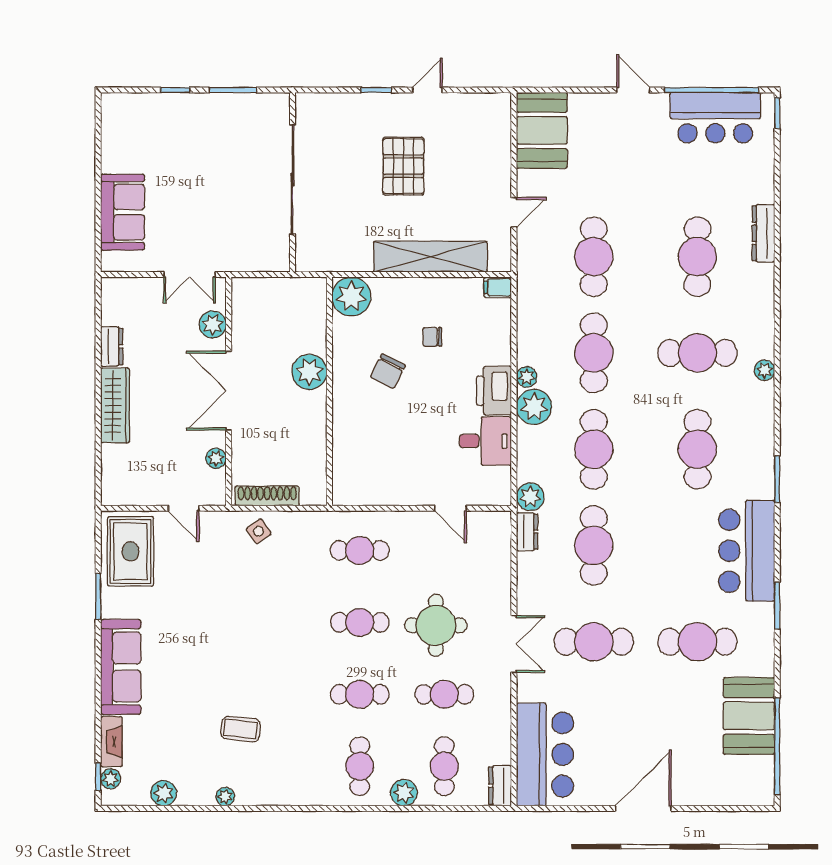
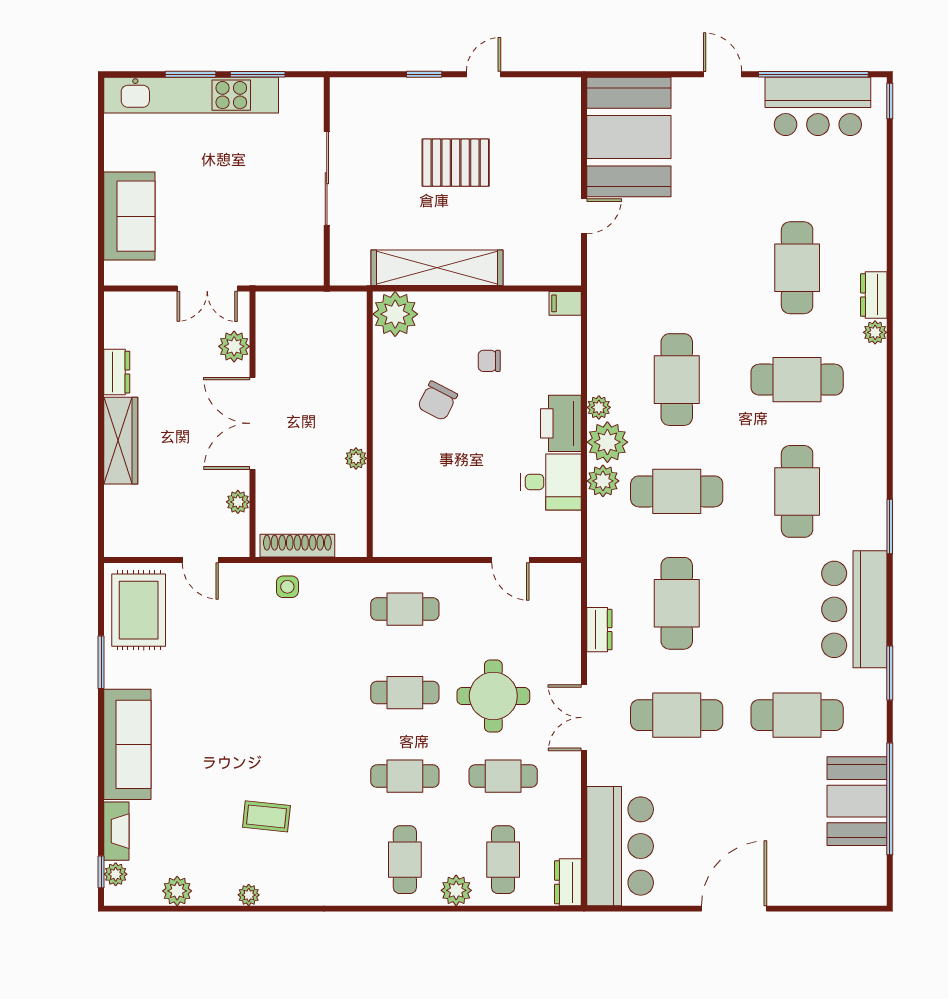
window: (175, 90) -> (191, 74), width x1.50
kitchen unit: (176, 108) -> (191, 95), added
booth: (542, 130) -> (629, 137), width x1.36, depth x1.42
pallet: (403, 166) -> (456, 163), turned 90
sliding door: (293, 180) -> (327, 178), width x0.73
dresser: (763, 233) -> (874, 295), moved, width x0.70
shelving: (430, 257) -> (437, 268), moved
cafe table: (594, 257) -> (677, 268), removed
plant: (765, 370) -> (875, 332), moved
plant: (309, 372) -> (356, 458), moved, width x0.53, depth x0.53
cafe table: (594, 449) -> (677, 491), turned 90
plant: (530, 497) -> (603, 481), moved
side table: (259, 531) -> (287, 587), turned 36
dresser: (527, 532) -> (599, 630), moved
double door: (514, 644) -> (584, 718), swing flipped
window: (777, 746) -> (890, 799), moved

